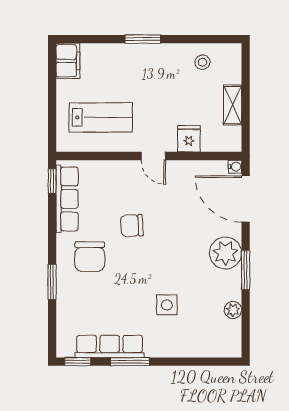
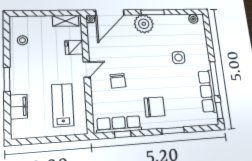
filing cabinet: (68, 61) -> (19, 107), moved, turned 90
shelving: (233, 105) -> (66, 21), moved
window: (52, 181) -> (123, 134), moved
chair: (132, 226) -> (118, 81), moved
plant: (233, 310) -> (193, 19), moved
window: (130, 362) -> (215, 78), width x1.44

